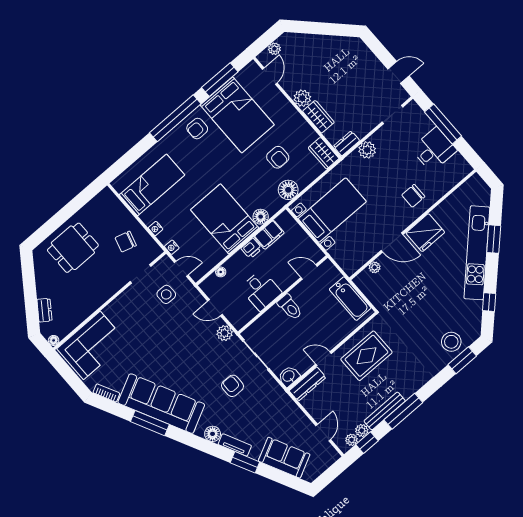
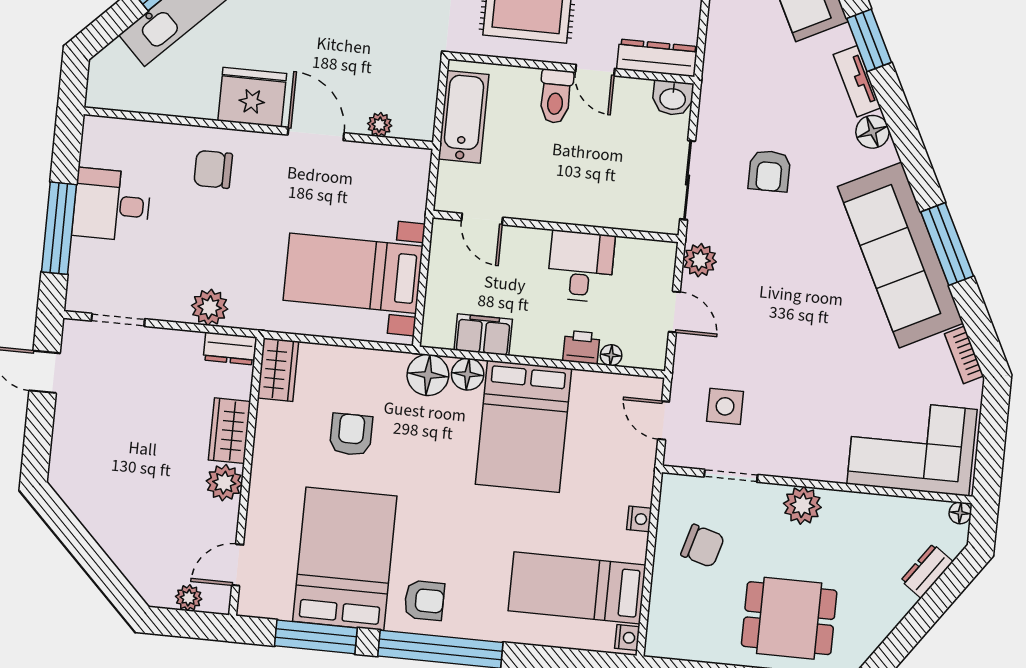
floor lamp: (288, 190) -> (428, 375), moved
chair: (413, 196) -> (213, 169), turned 180
nightstand: (172, 247) -> (627, 638), moved
printer: (251, 248) -> (581, 347), moved
plant: (107, 289) -> (802, 505), added
toilet: (290, 307) -> (556, 96), moved, turned 180

